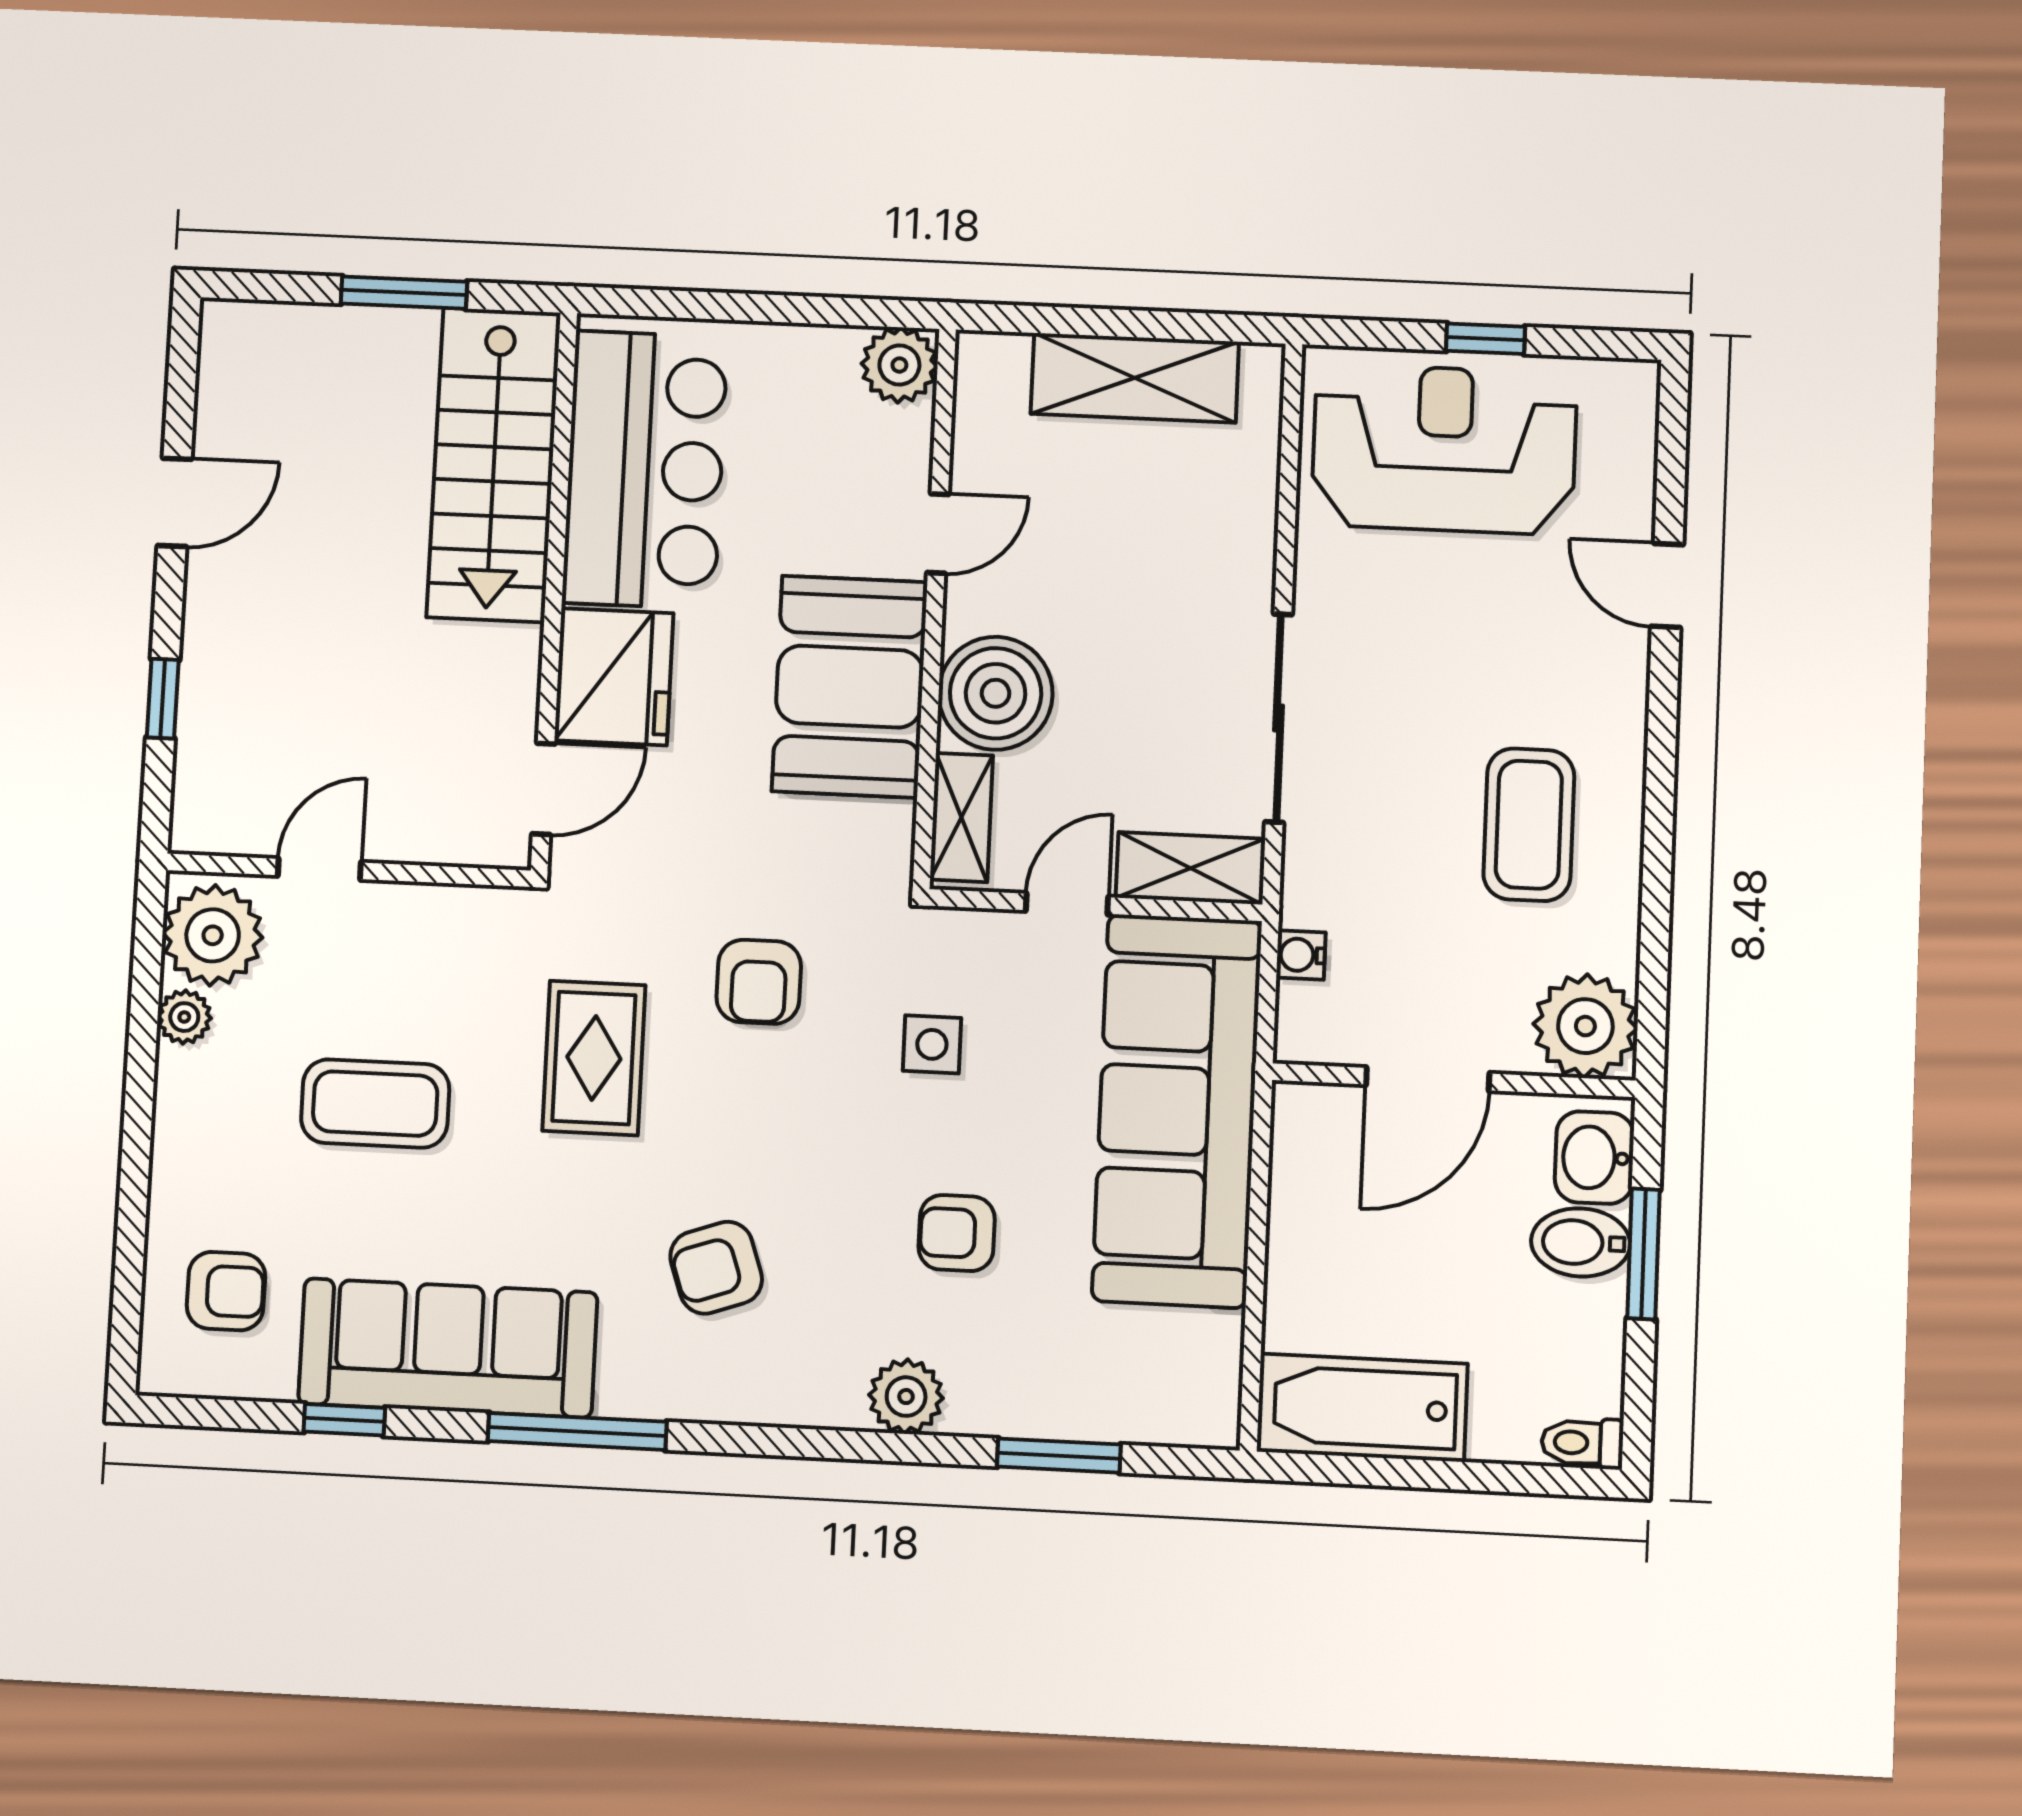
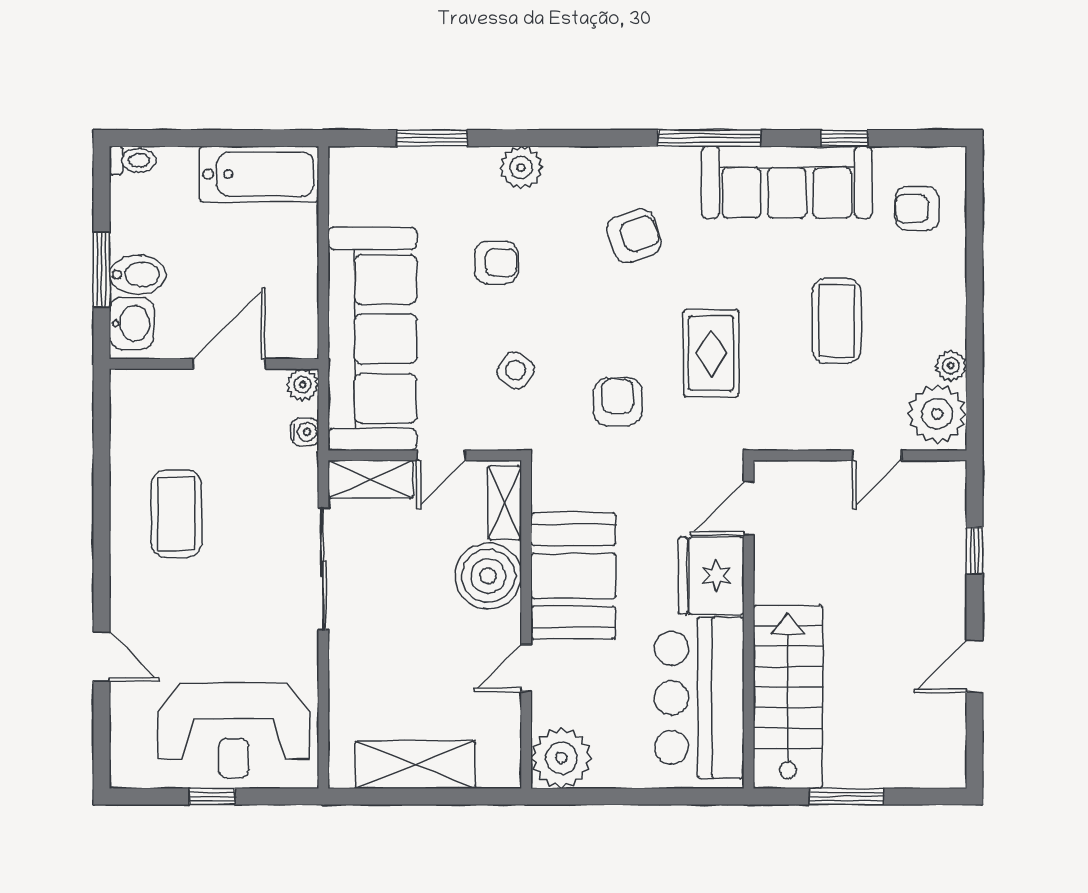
plant: (899, 365) -> (561, 758), width x1.36, depth x1.36
plant: (1585, 1026) -> (303, 385), moved, width x0.53, depth x0.53
side table: (932, 1044) -> (516, 370), turned 35
coffee table: (375, 1104) -> (837, 321), turned 90

